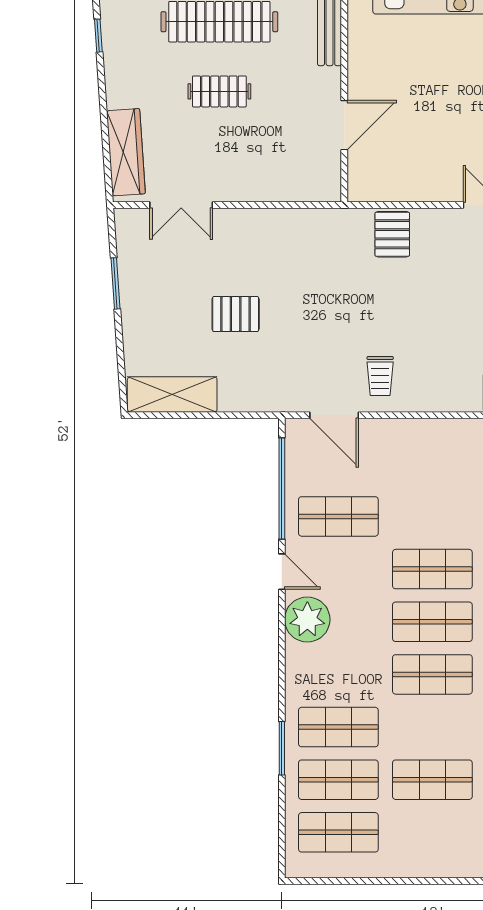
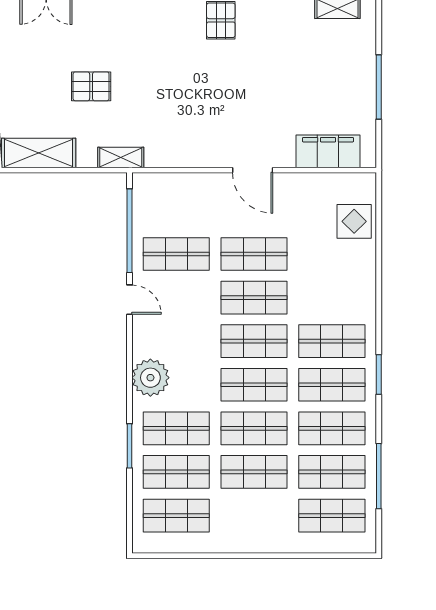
trolley: (380, 376) -> (211, 138), removed
shelving: (271, 400) -> (121, 157), added
door: (334, 415) -> (253, 170), moved
shop shelf: (432, 516) -> (254, 254), added
plant: (307, 619) -> (150, 378), moved
shop shelf: (432, 727) -> (254, 428), added

